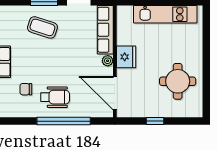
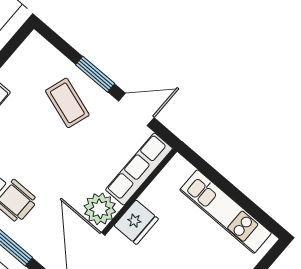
plant: (108, 61) -> (100, 209), width x1.87, depth x1.87

